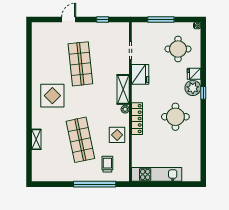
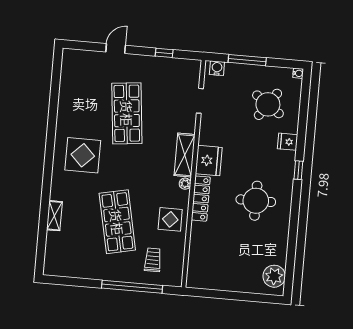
water cooler: (140, 27) -> (217, 68), added
round table: (178, 49) -> (268, 104), turned 35
fridge: (140, 74) -> (209, 161), moved
plant: (193, 88) -> (274, 276), moved
kitchen unit: (157, 174) -> (222, 281), removed

